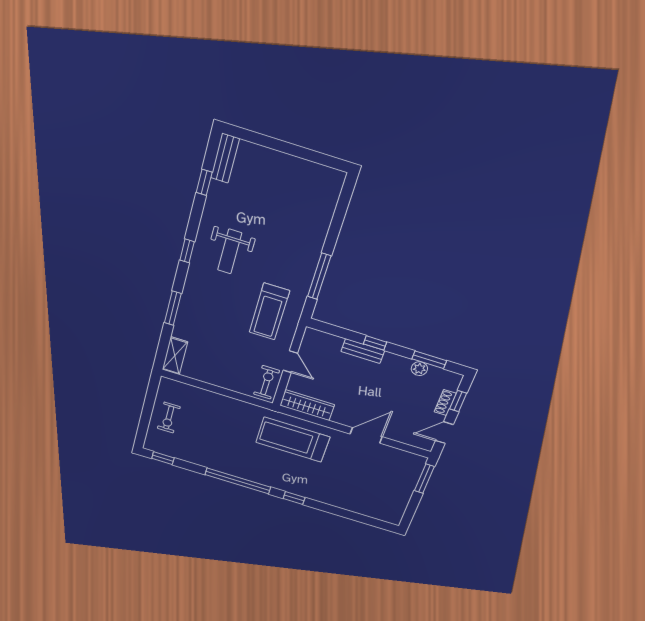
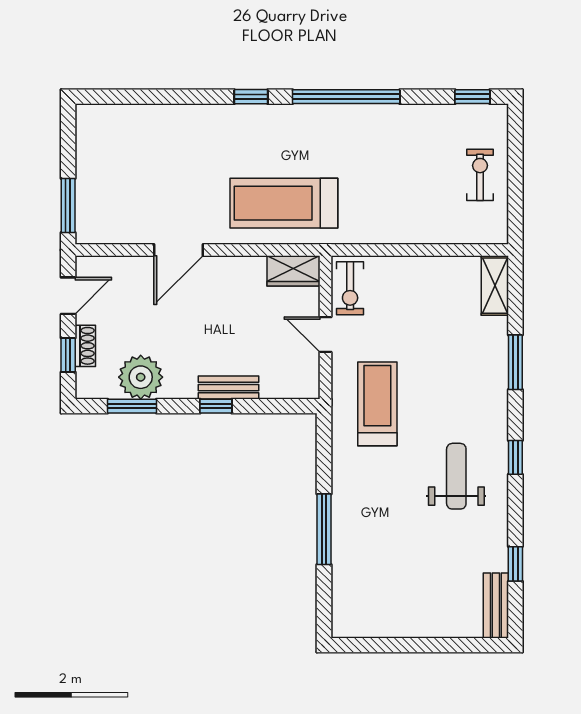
window: (319, 276) -> (324, 529), moved
plant: (419, 369) -> (141, 377), width x1.87, depth x1.87
wardrobe: (307, 405) -> (293, 271), width x0.67
treadmill: (293, 440) -> (284, 203), turned 180

